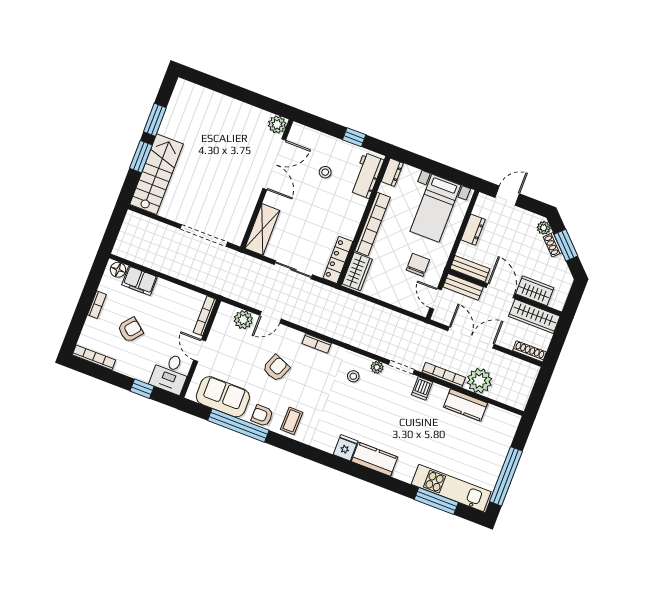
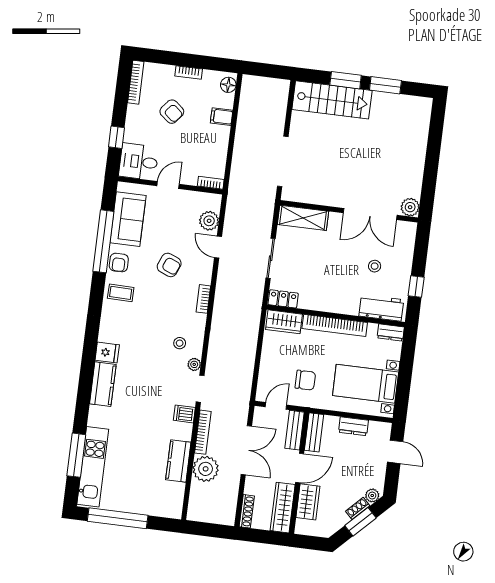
locker: (338, 260) -> (283, 299), width x0.66
filing cabinet: (140, 281) -> (222, 117), width x0.50
bookcase: (205, 316) -> (211, 183), width x0.64
armchair: (262, 416) -> (119, 263), turned 180

